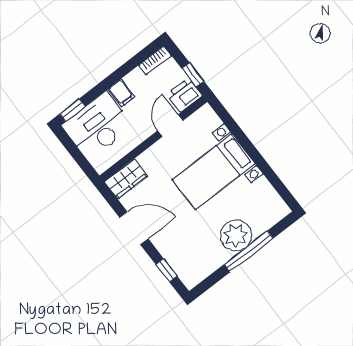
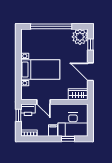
window: (72, 110) -> (68, 139), moved
door: (170, 126) -> (43, 102), hinge flipped
plant: (236, 235) -> (80, 37), moved
window: (249, 251) -> (51, 26), width x1.46

